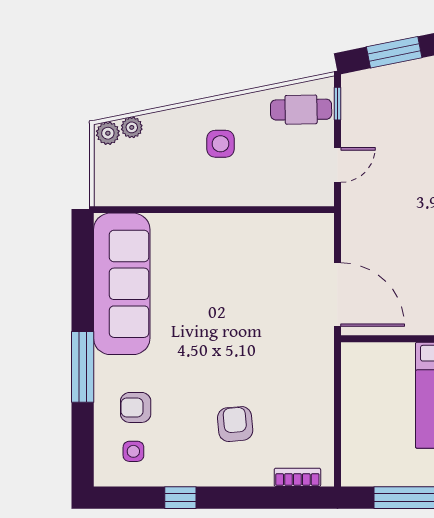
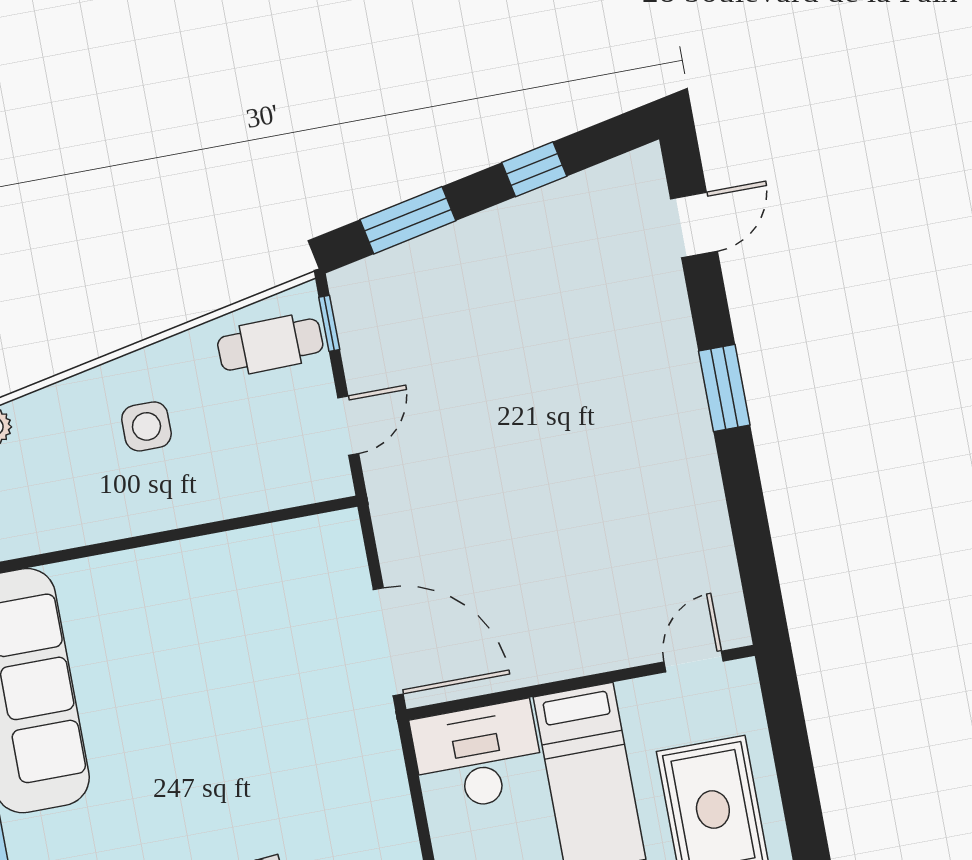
desk: (377, 370) -> (478, 756), added

